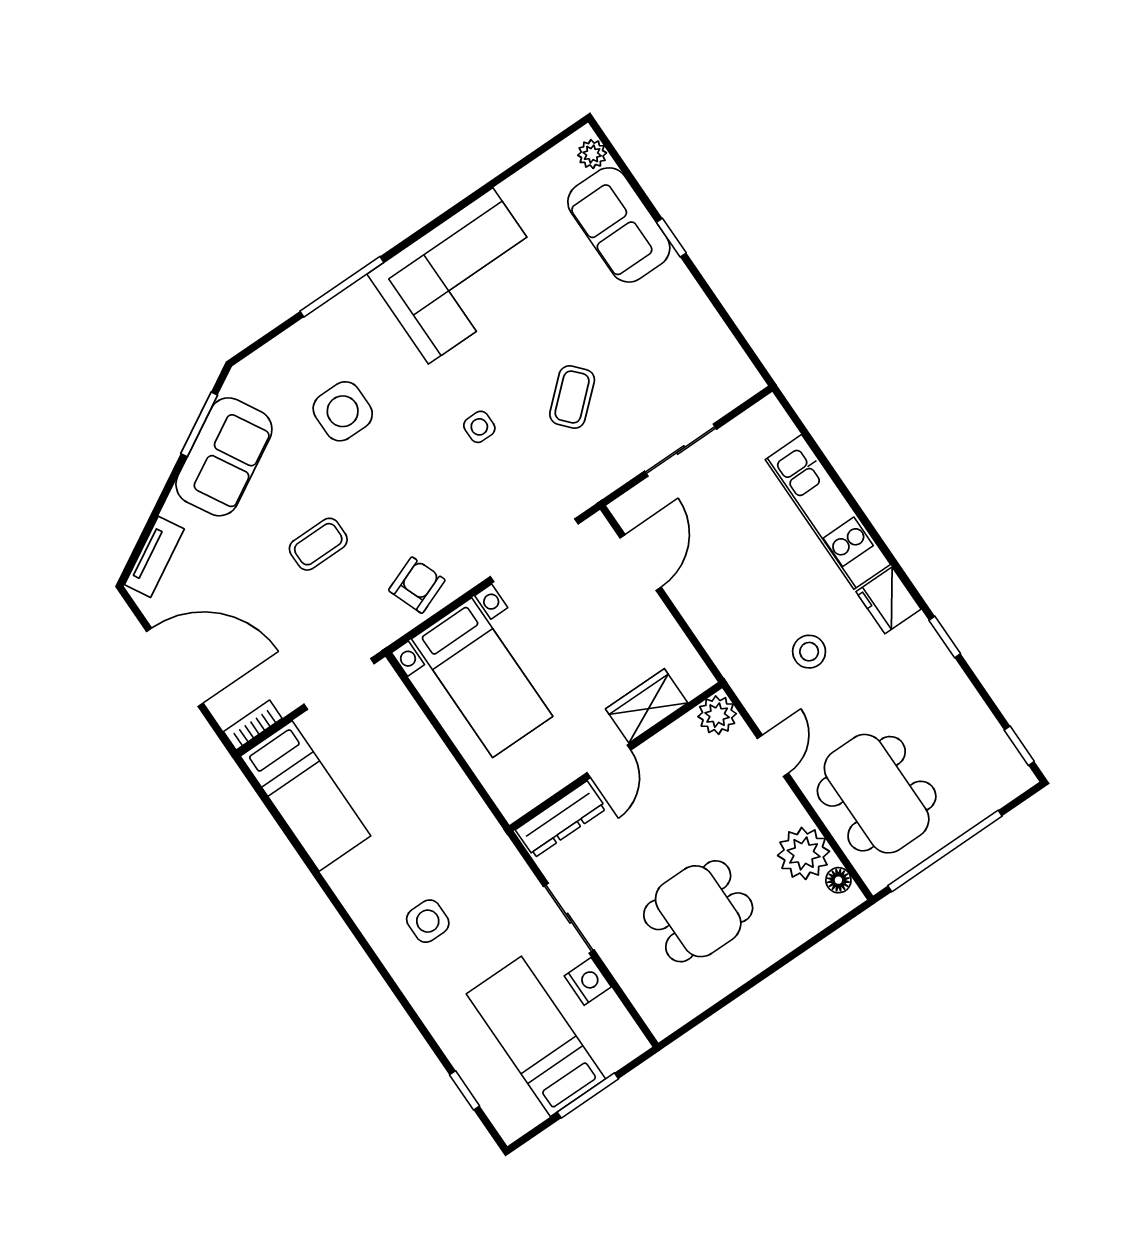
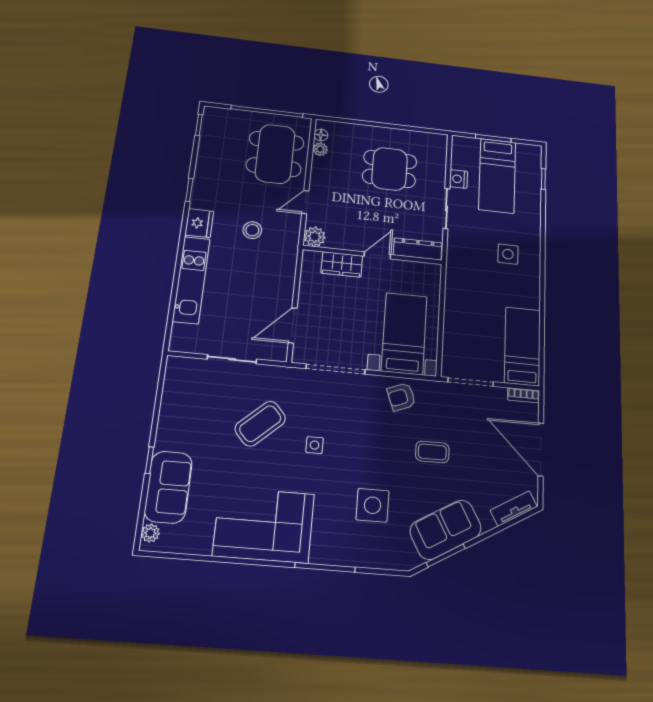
coffee table: (572, 397) -> (260, 424), width x1.36, depth x1.30
plant: (804, 853) -> (320, 149), width x0.53, depth x0.53

